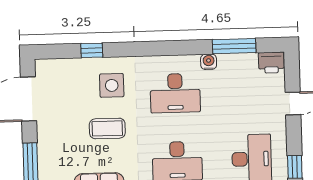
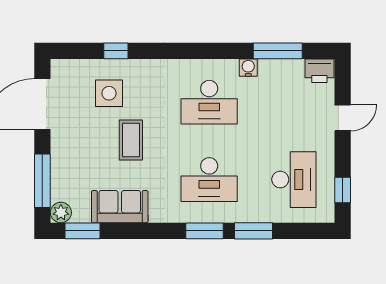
side table: (112, 85) -> (109, 93), moved
coffee table: (107, 128) -> (131, 140), turned 90

